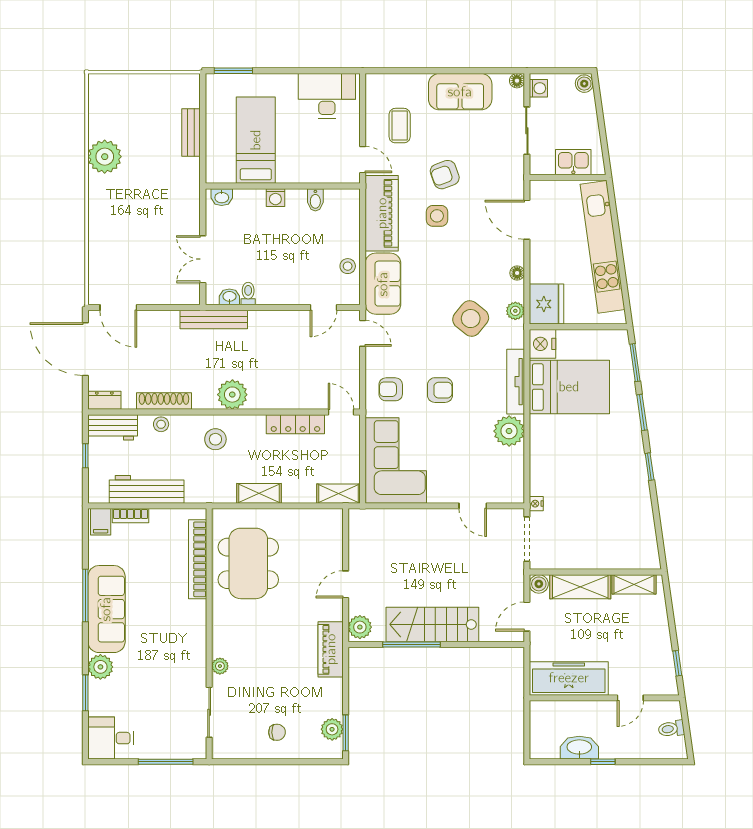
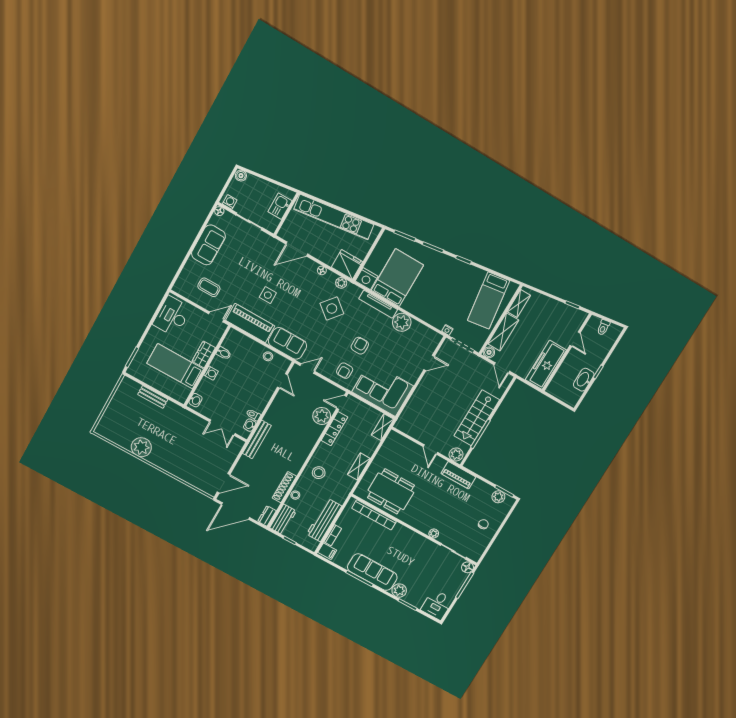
wardrobe: (297, 172) -> (204, 354), added
armchair: (445, 175) -> (248, 279), removed
plant: (232, 395) -> (322, 416), moved
bed: (613, 538) -> (489, 301), added
floor lamp: (196, 749) -> (468, 567), added

